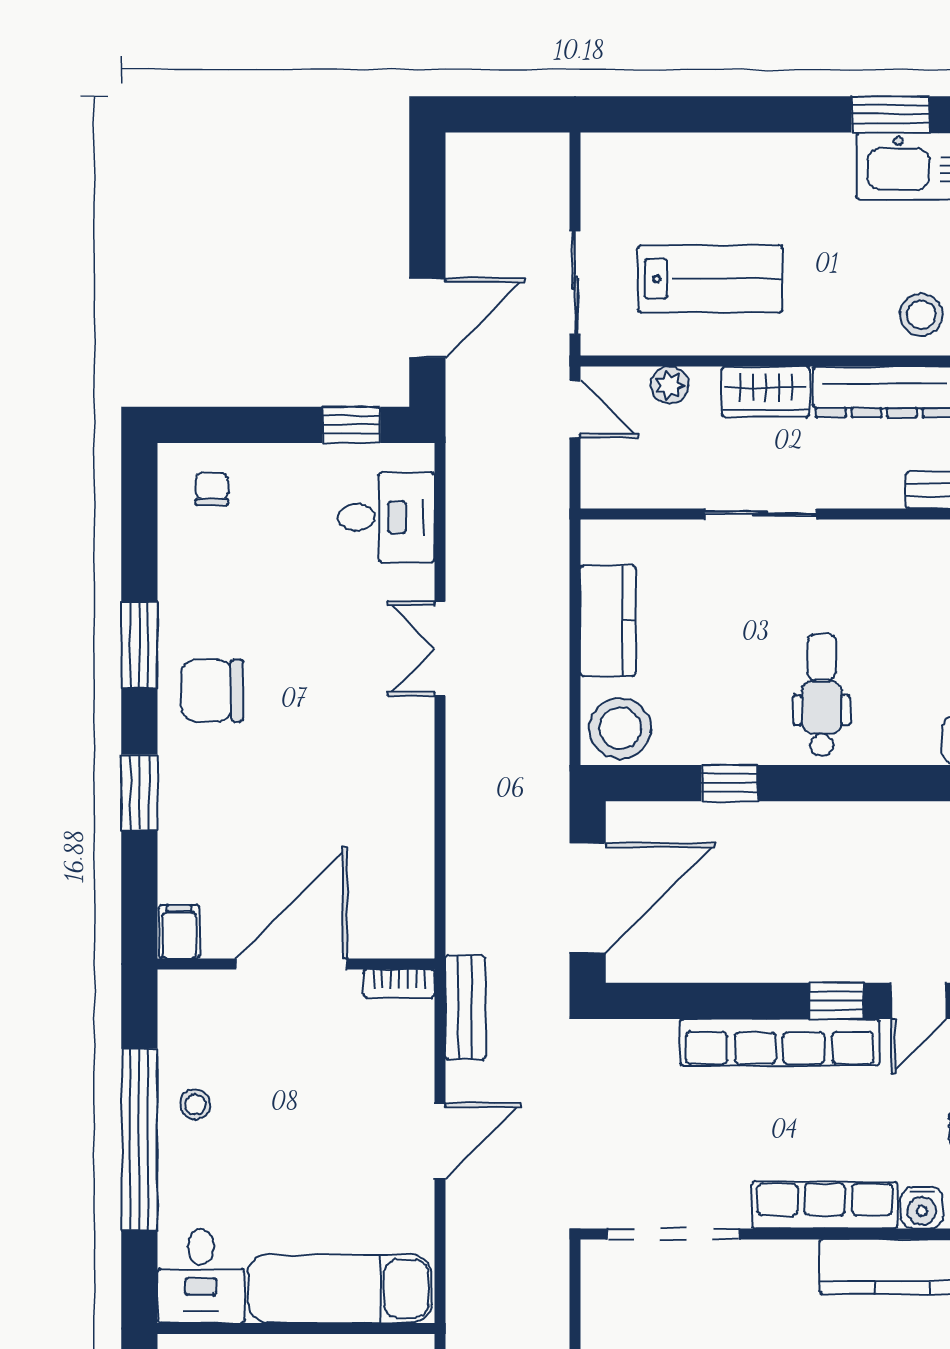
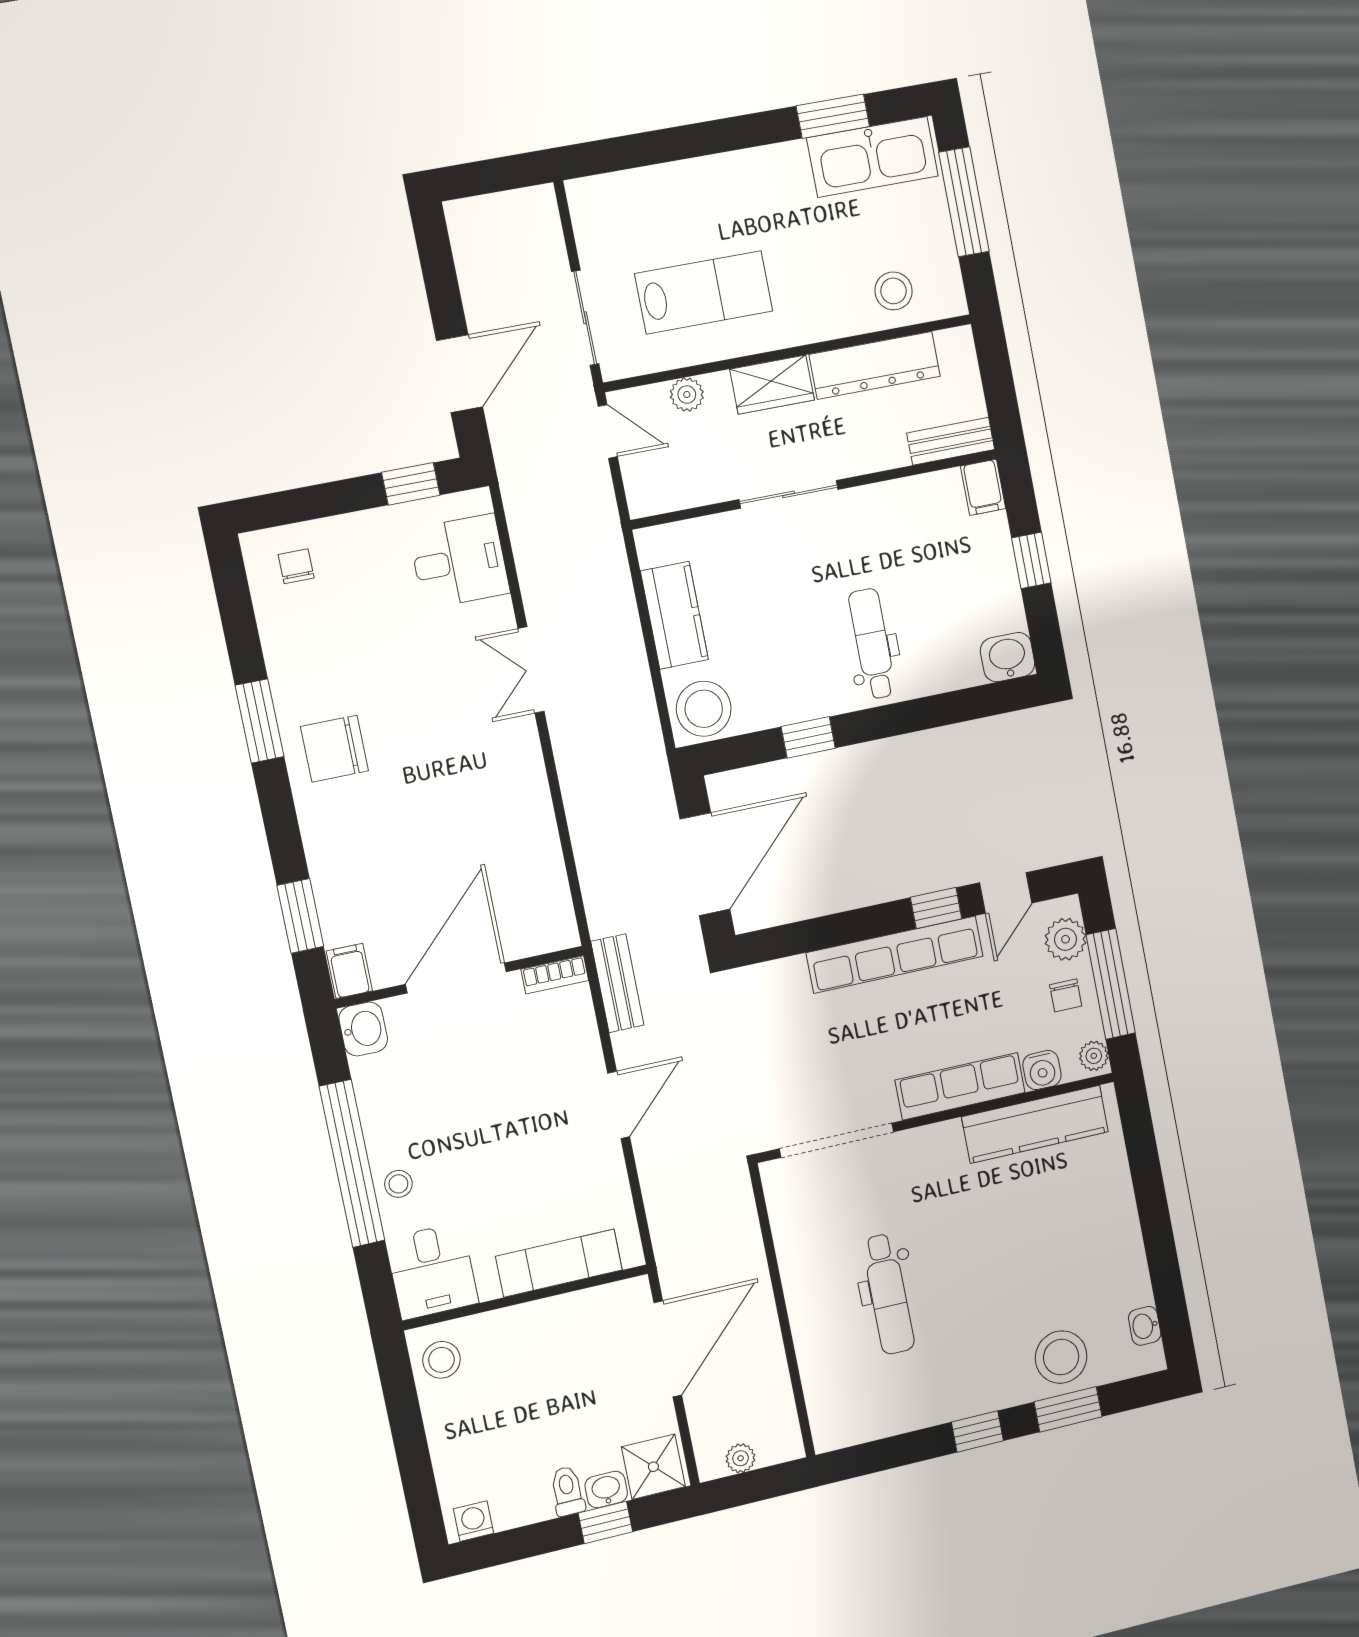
window: (139, 793) -> (300, 916), moved
washbasin: (181, 997) -> (363, 1029), added
stool: (195, 1104) -> (398, 1184), moved
exam couch: (340, 1289) -> (559, 1263), width x0.73, depth x0.69

